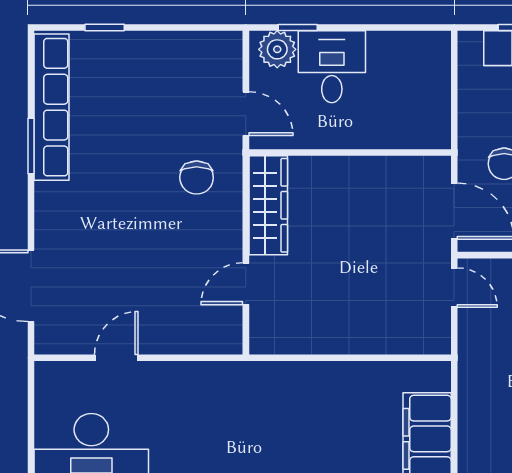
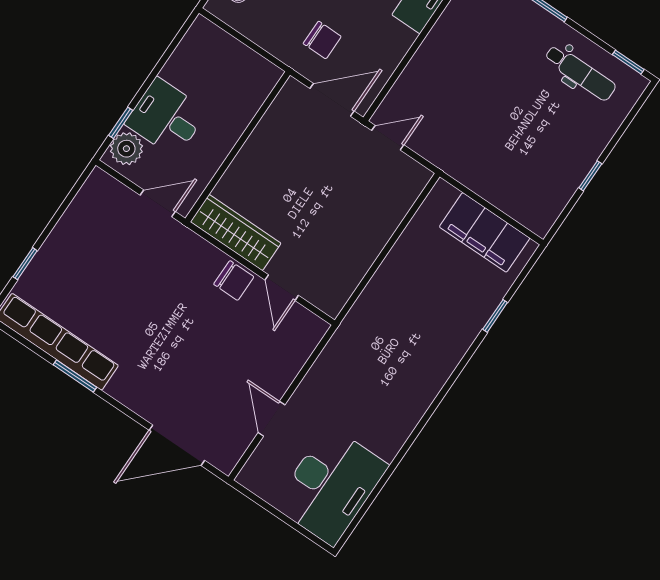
chair: (197, 178) -> (234, 280), moved

